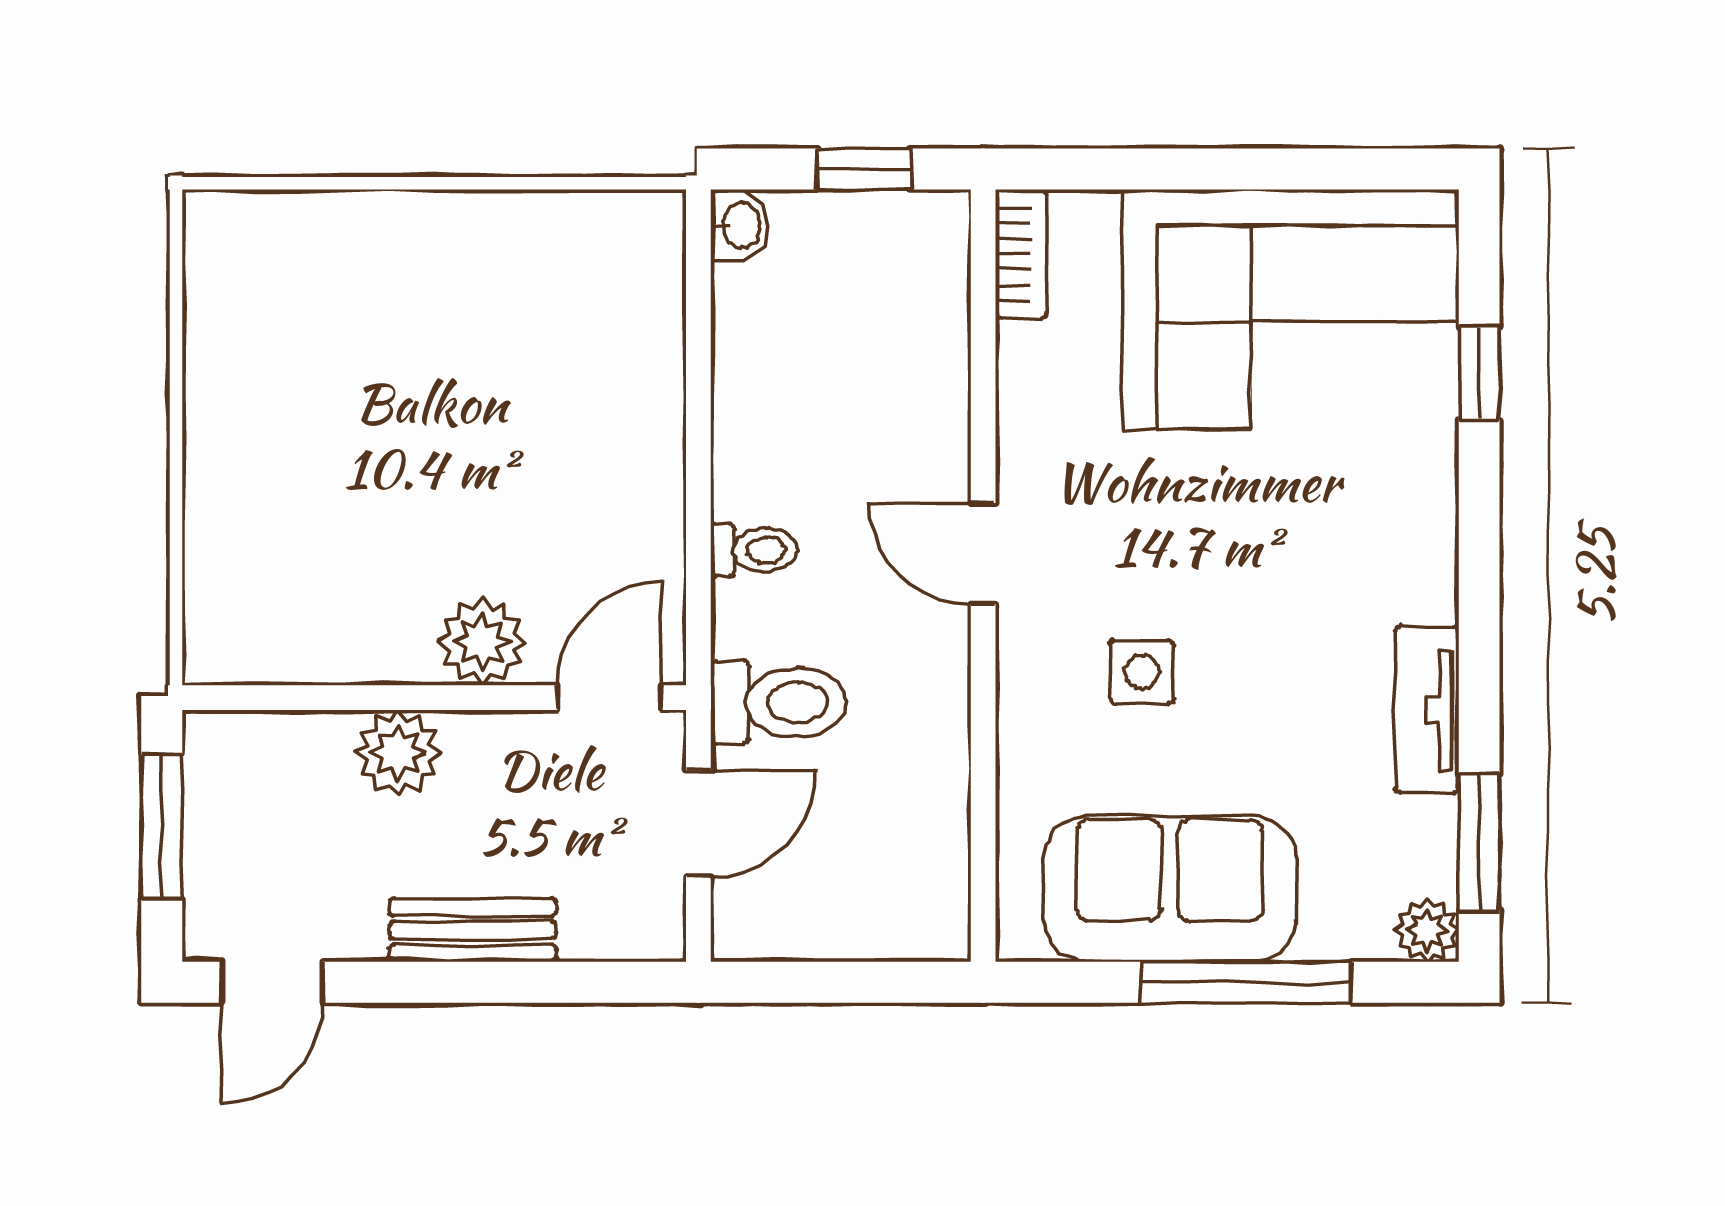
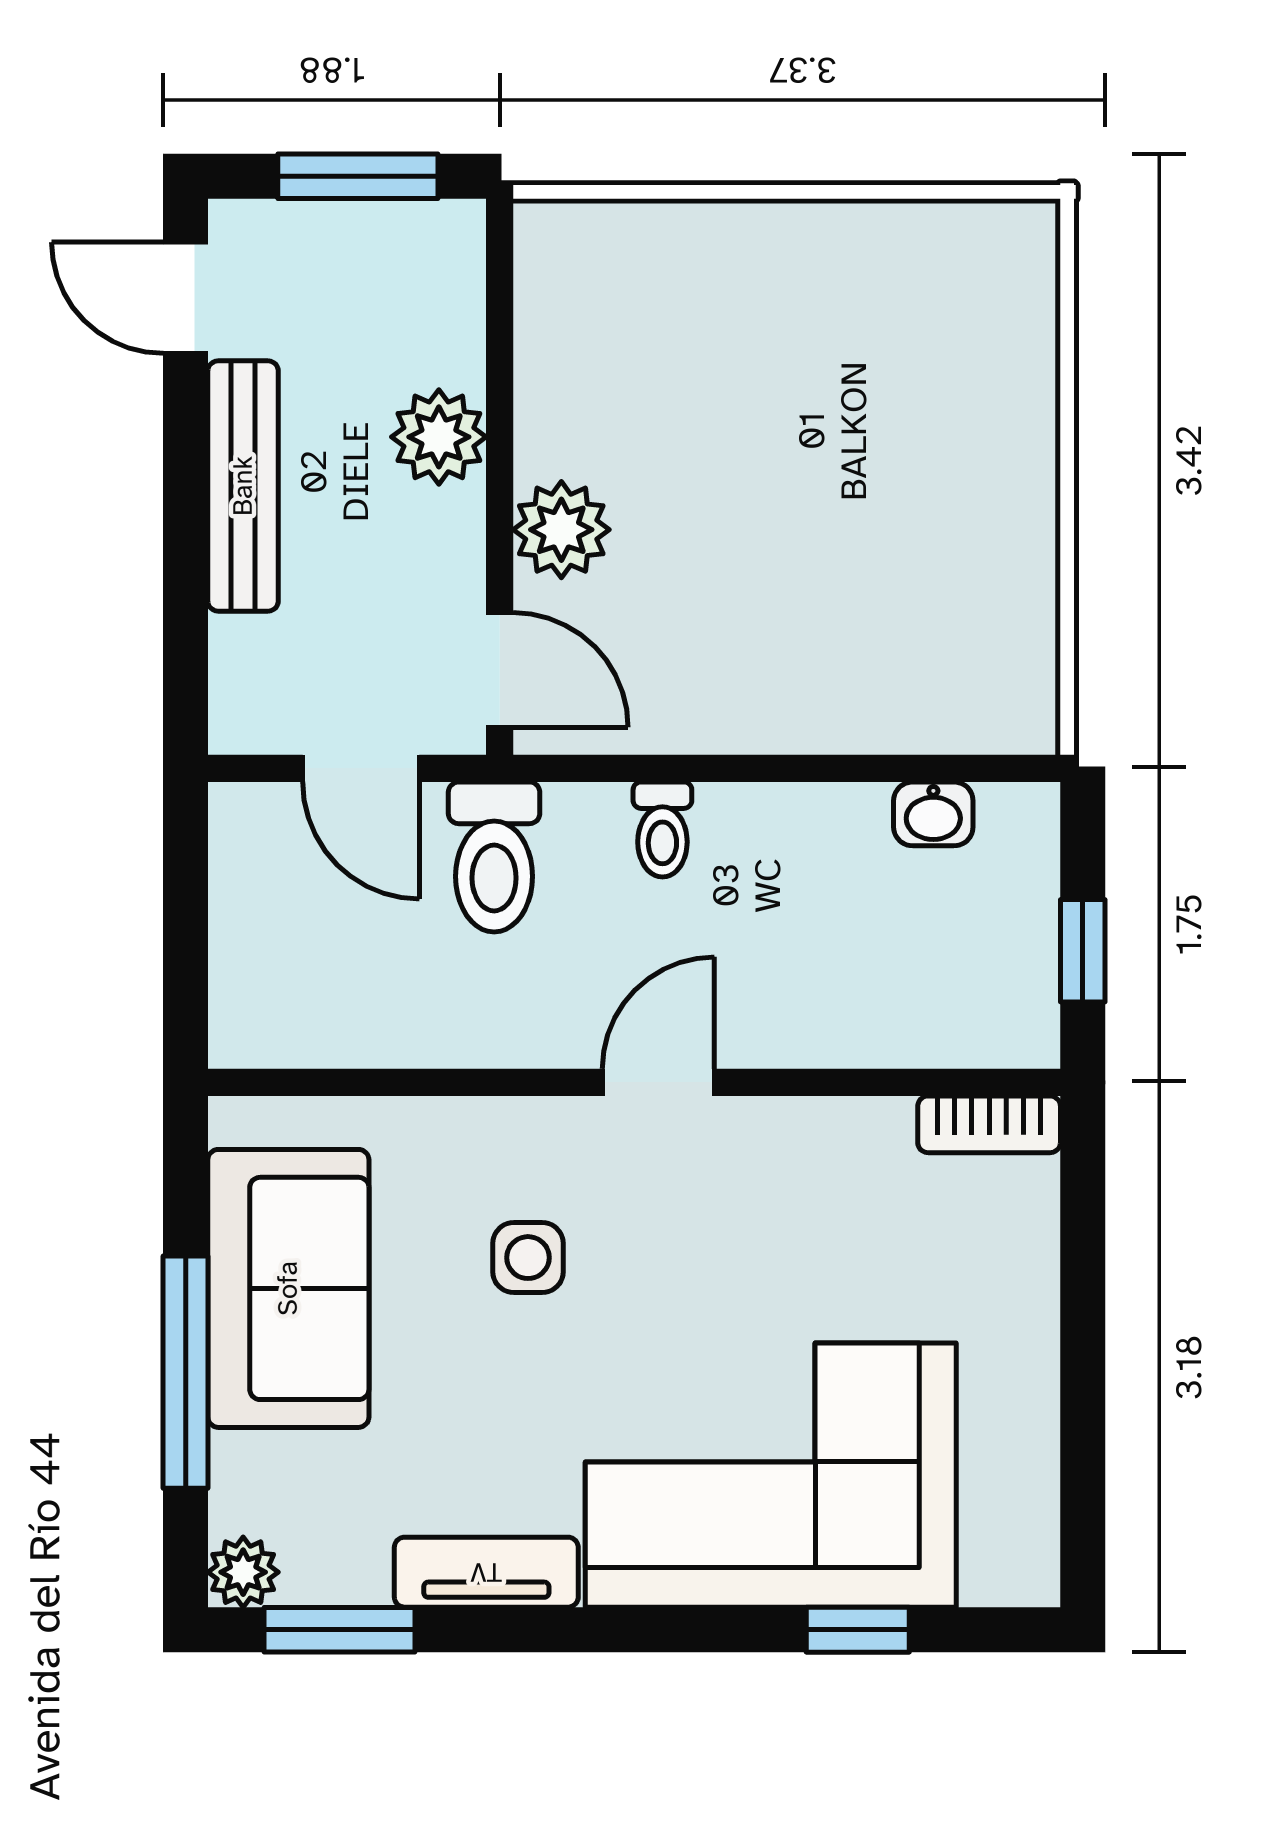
washbasin: (740, 225) -> (933, 814), moved
corner sofa: (1291, 309) -> (771, 1475), moved, turned 90
bench: (473, 930) -> (243, 486), width x1.36

